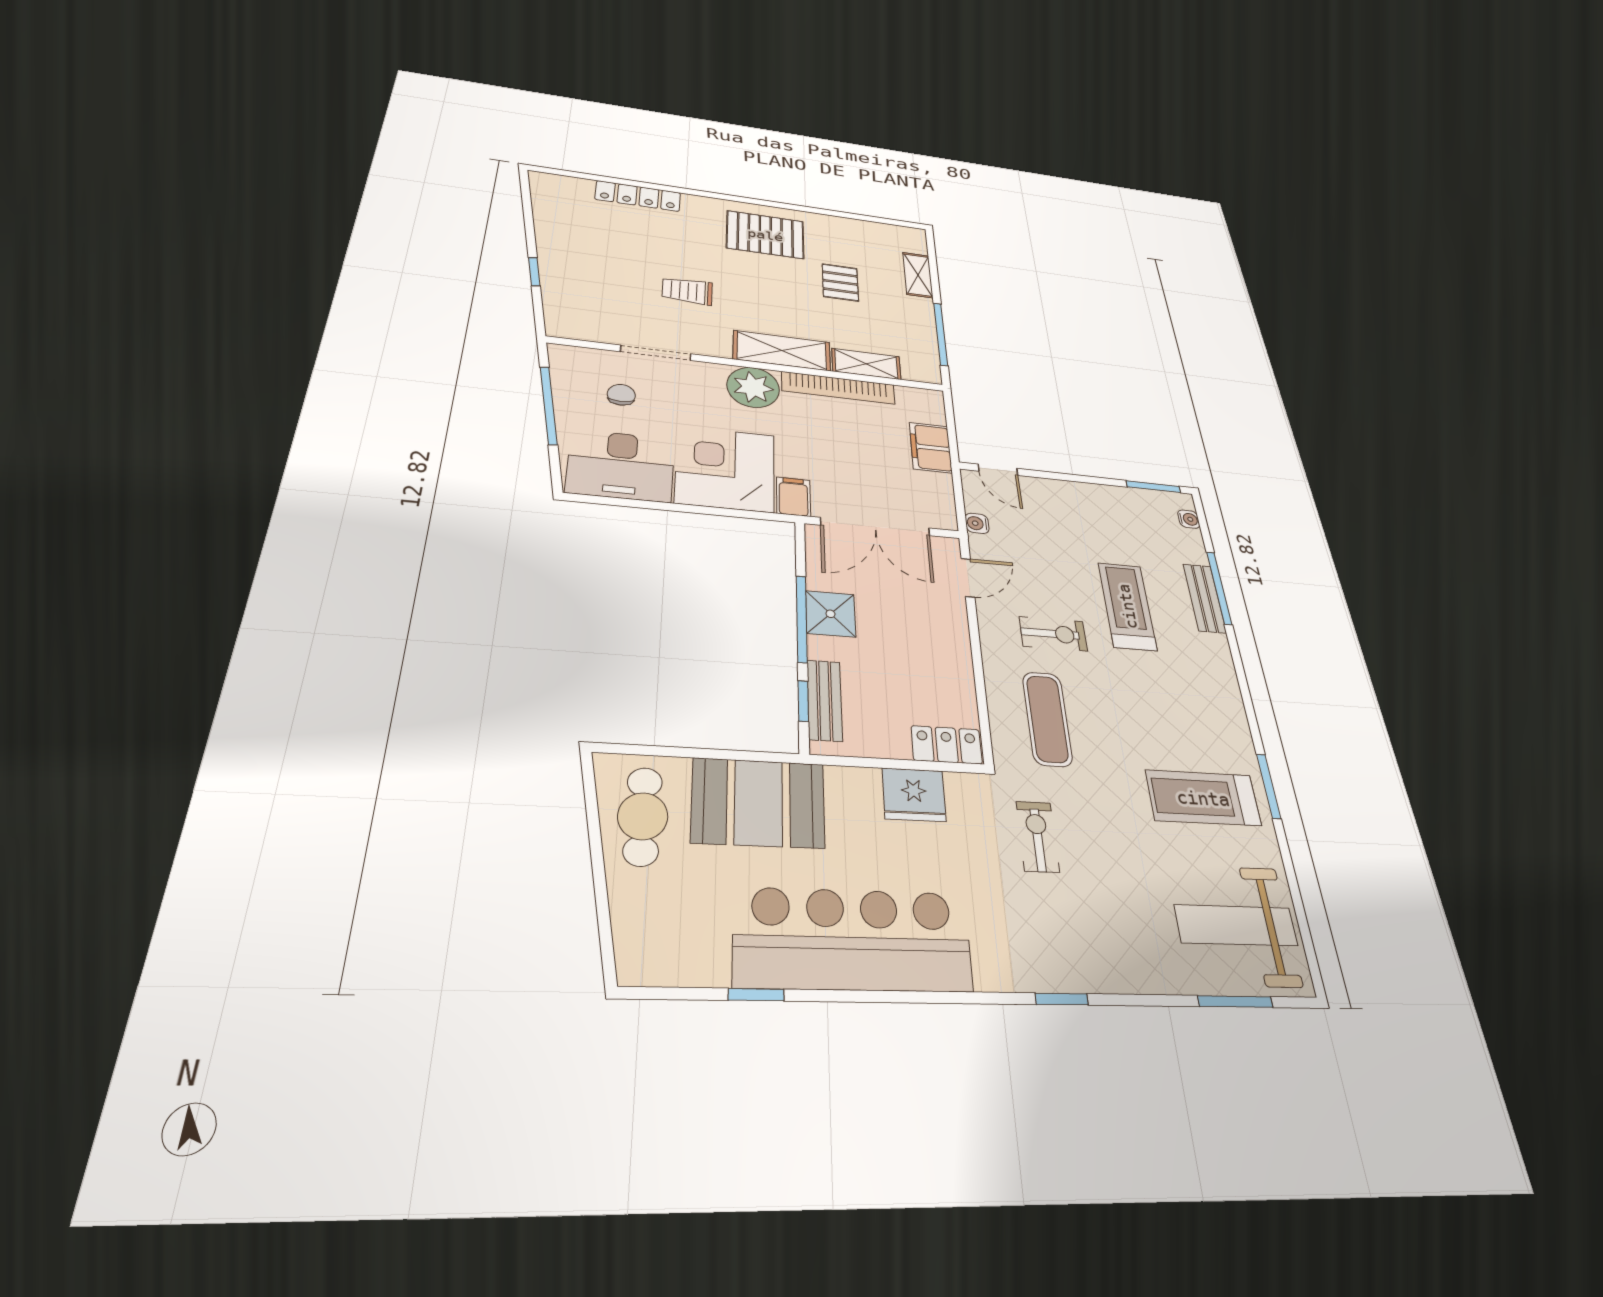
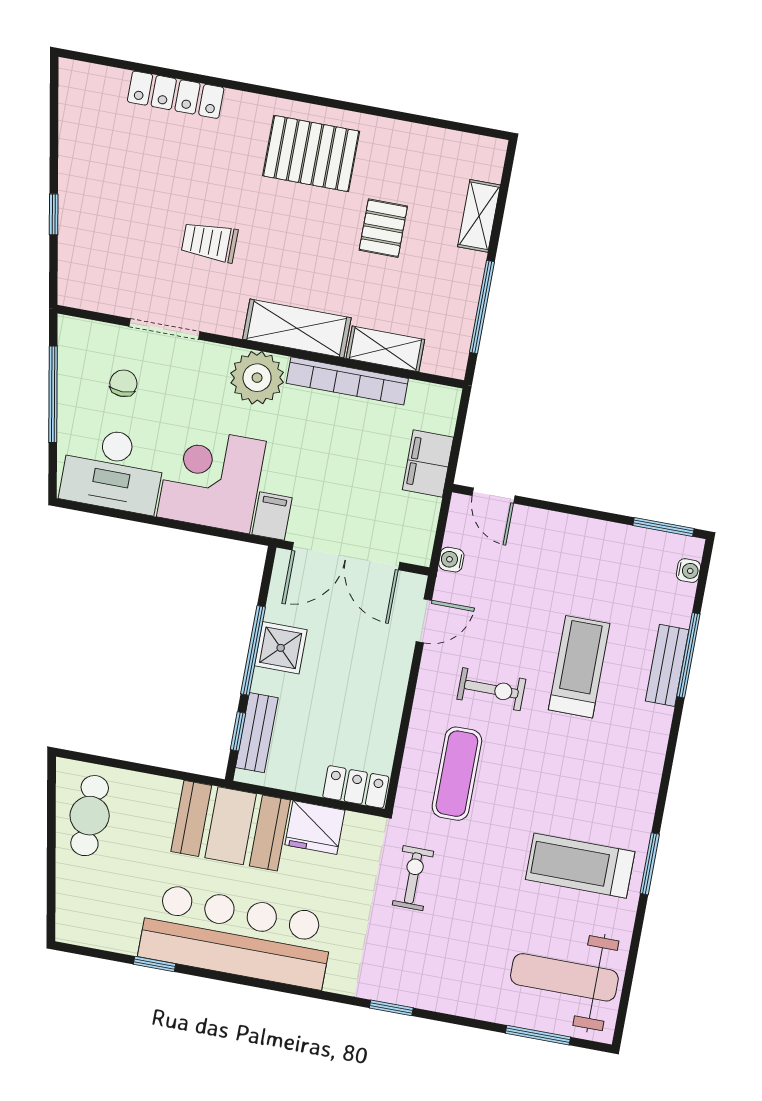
booth: (758, 803) -> (231, 826), moved

